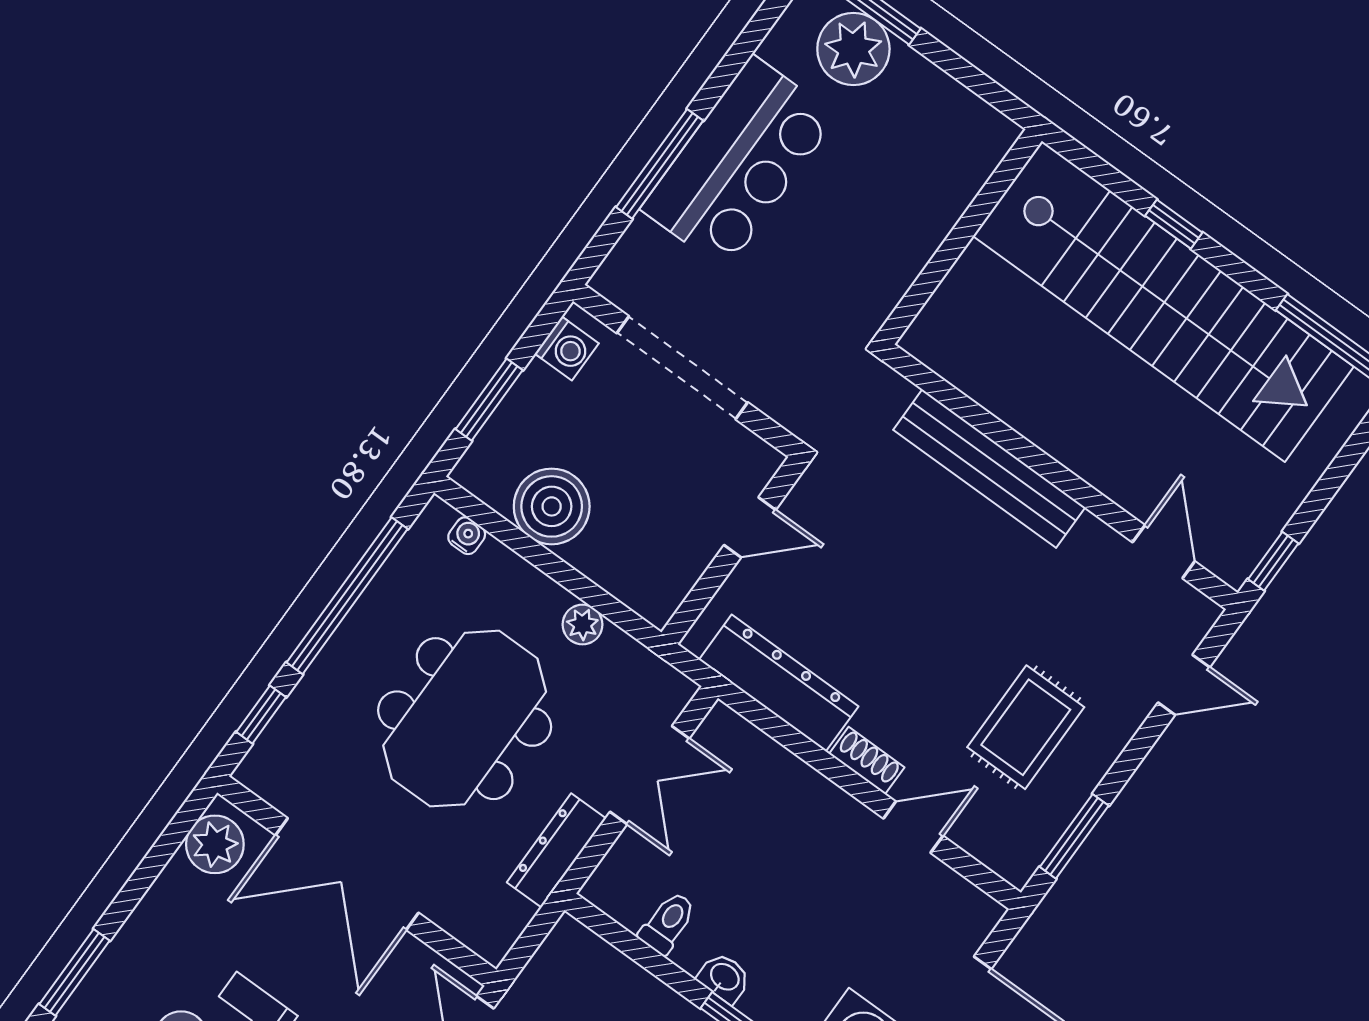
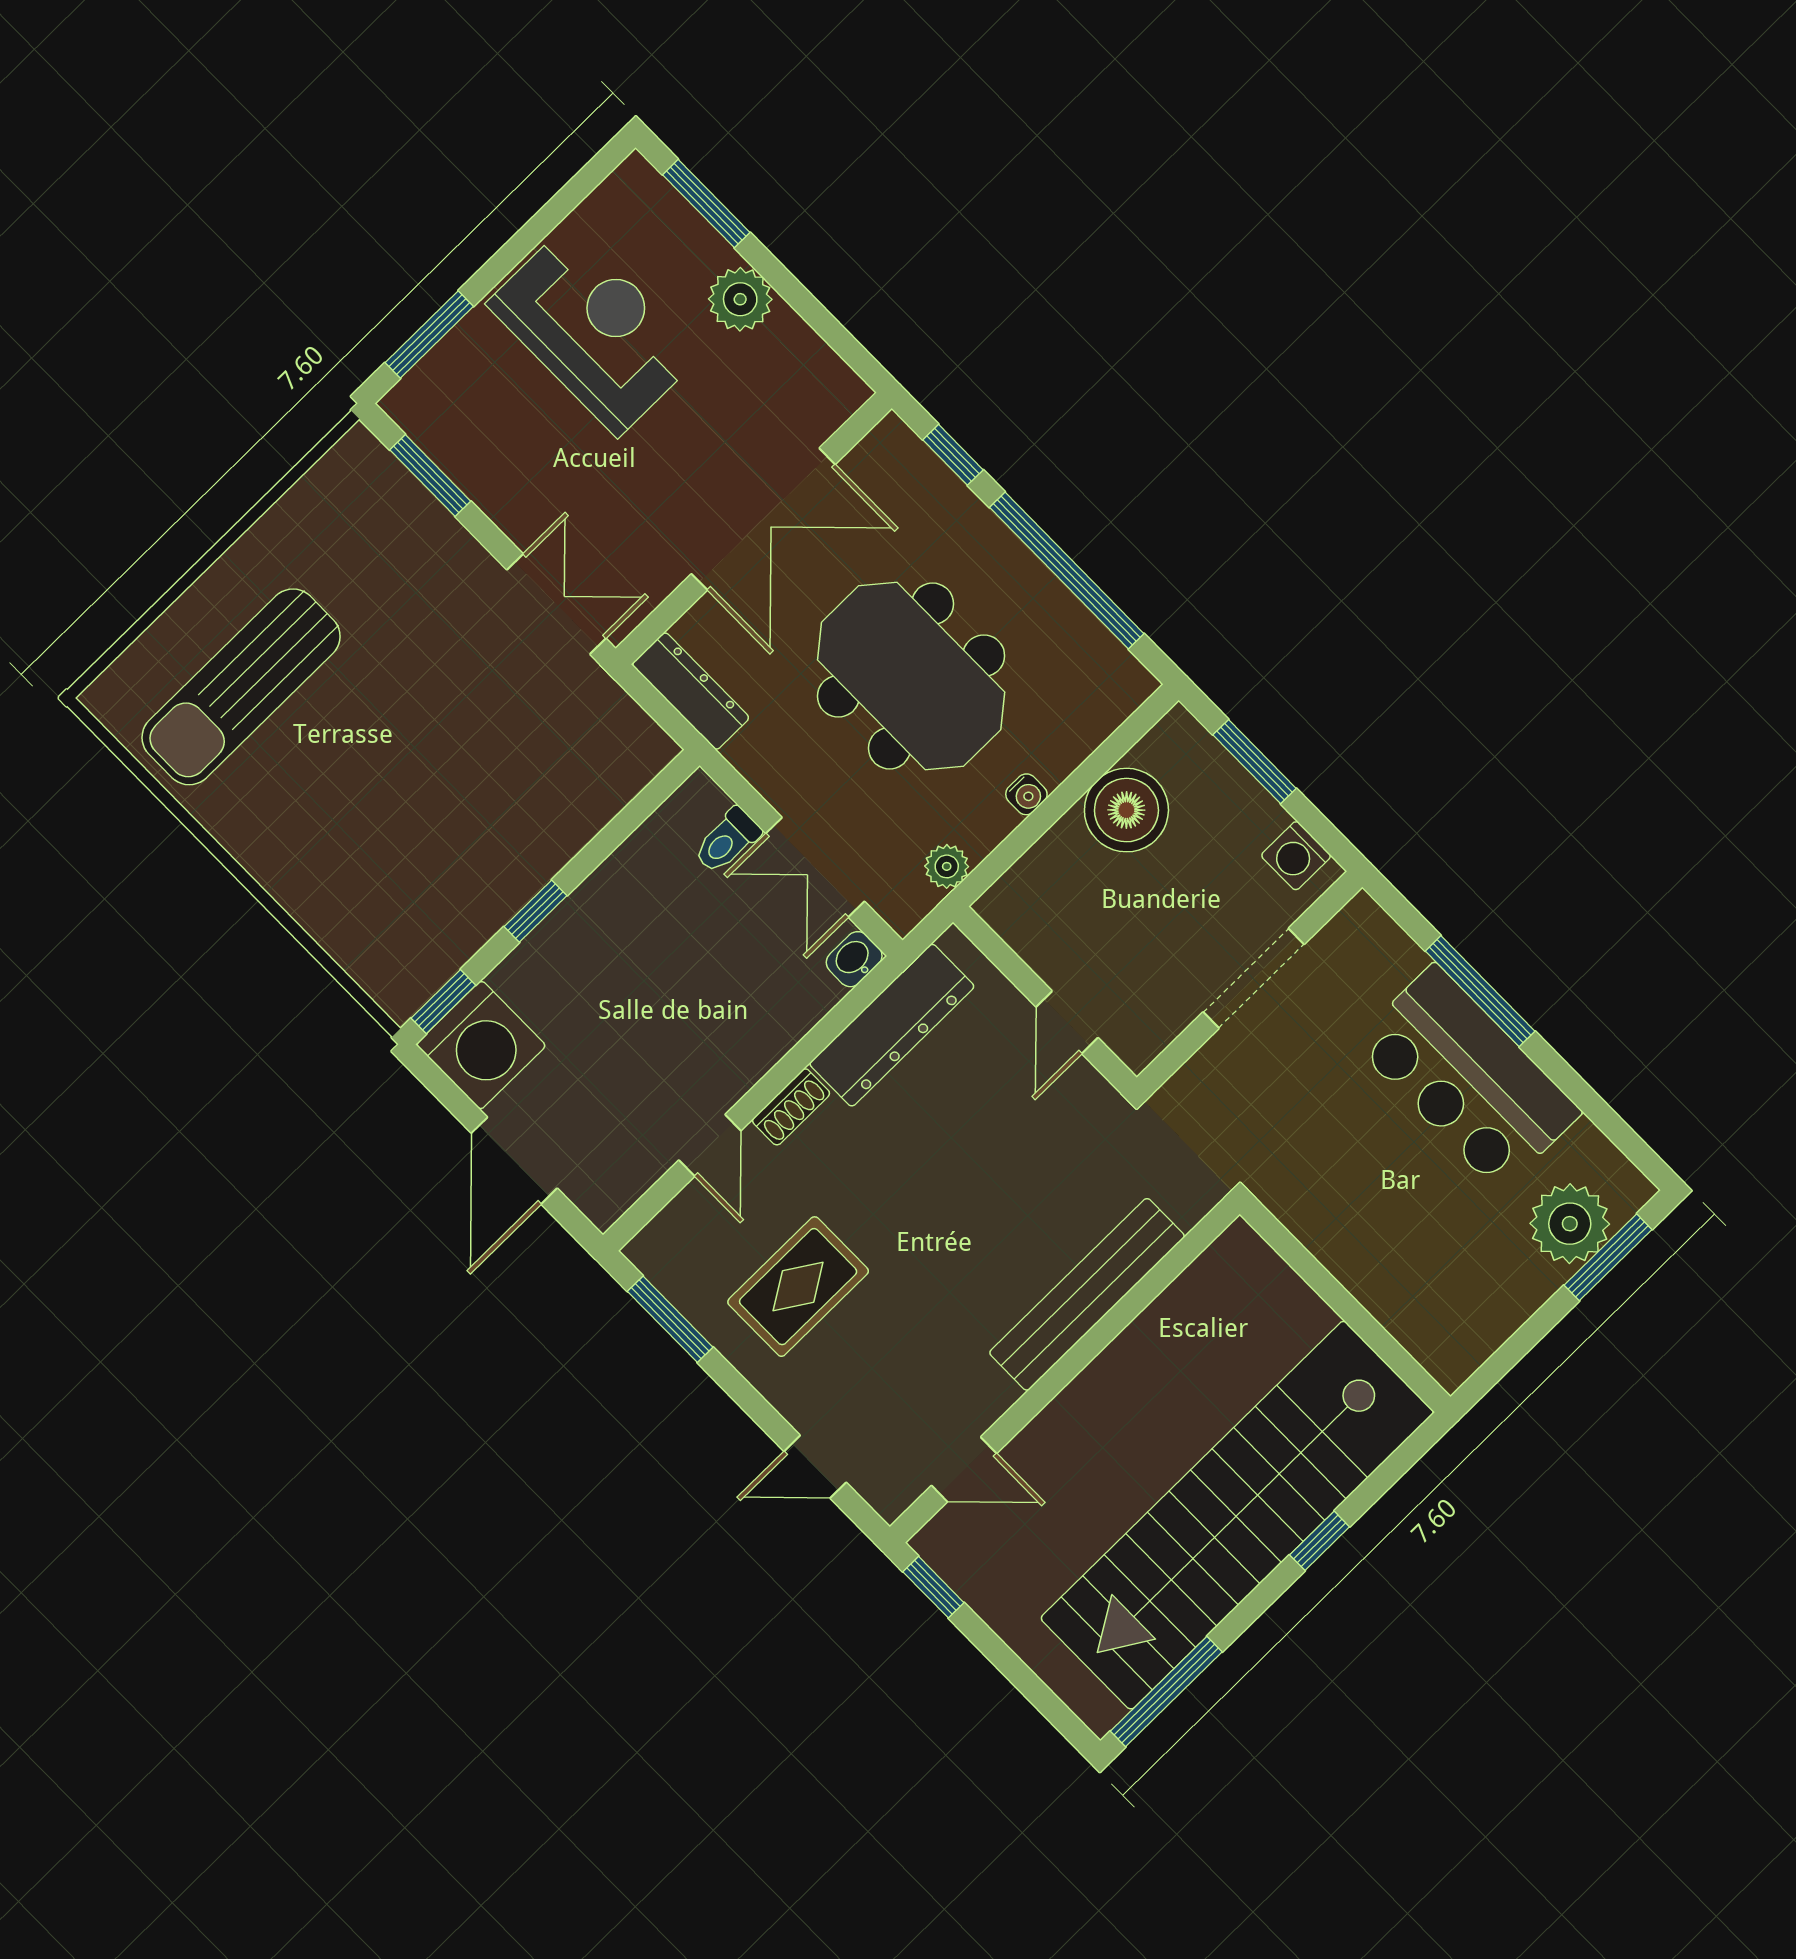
doorway: (682, 368) -> (1254, 978), width x0.73
water cooler: (467, 536) -> (1026, 794), moved
plant: (583, 624) -> (947, 866), moved
door: (1184, 685) -> (815, 1467), hinge flipped
rug: (1026, 727) -> (798, 1287), turned 90
plant: (215, 844) -> (740, 299), moved
dresser: (556, 850) -> (691, 691), moved
double door: (347, 874) -> (763, 519), swing flipped
toilet: (668, 923) -> (727, 841), moved, turned 90
washbasin: (724, 978) -> (854, 959), moved, turned 180

